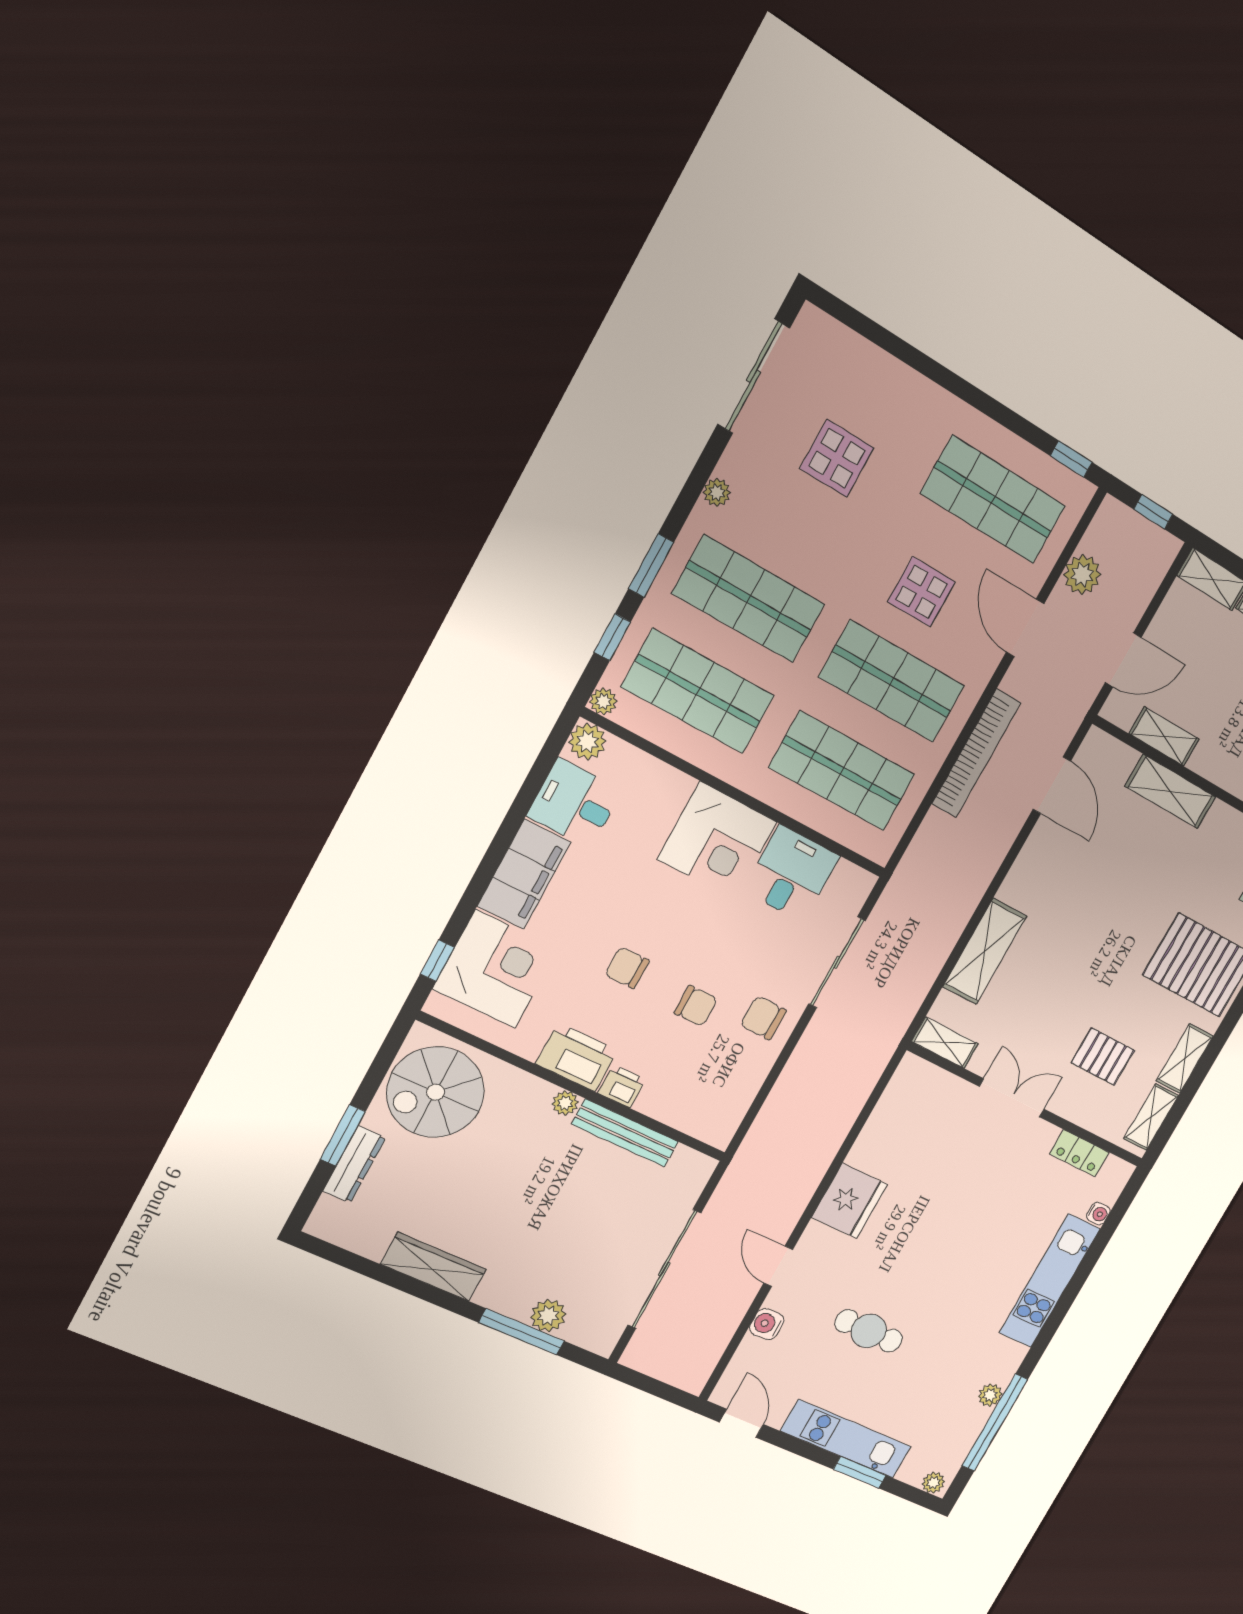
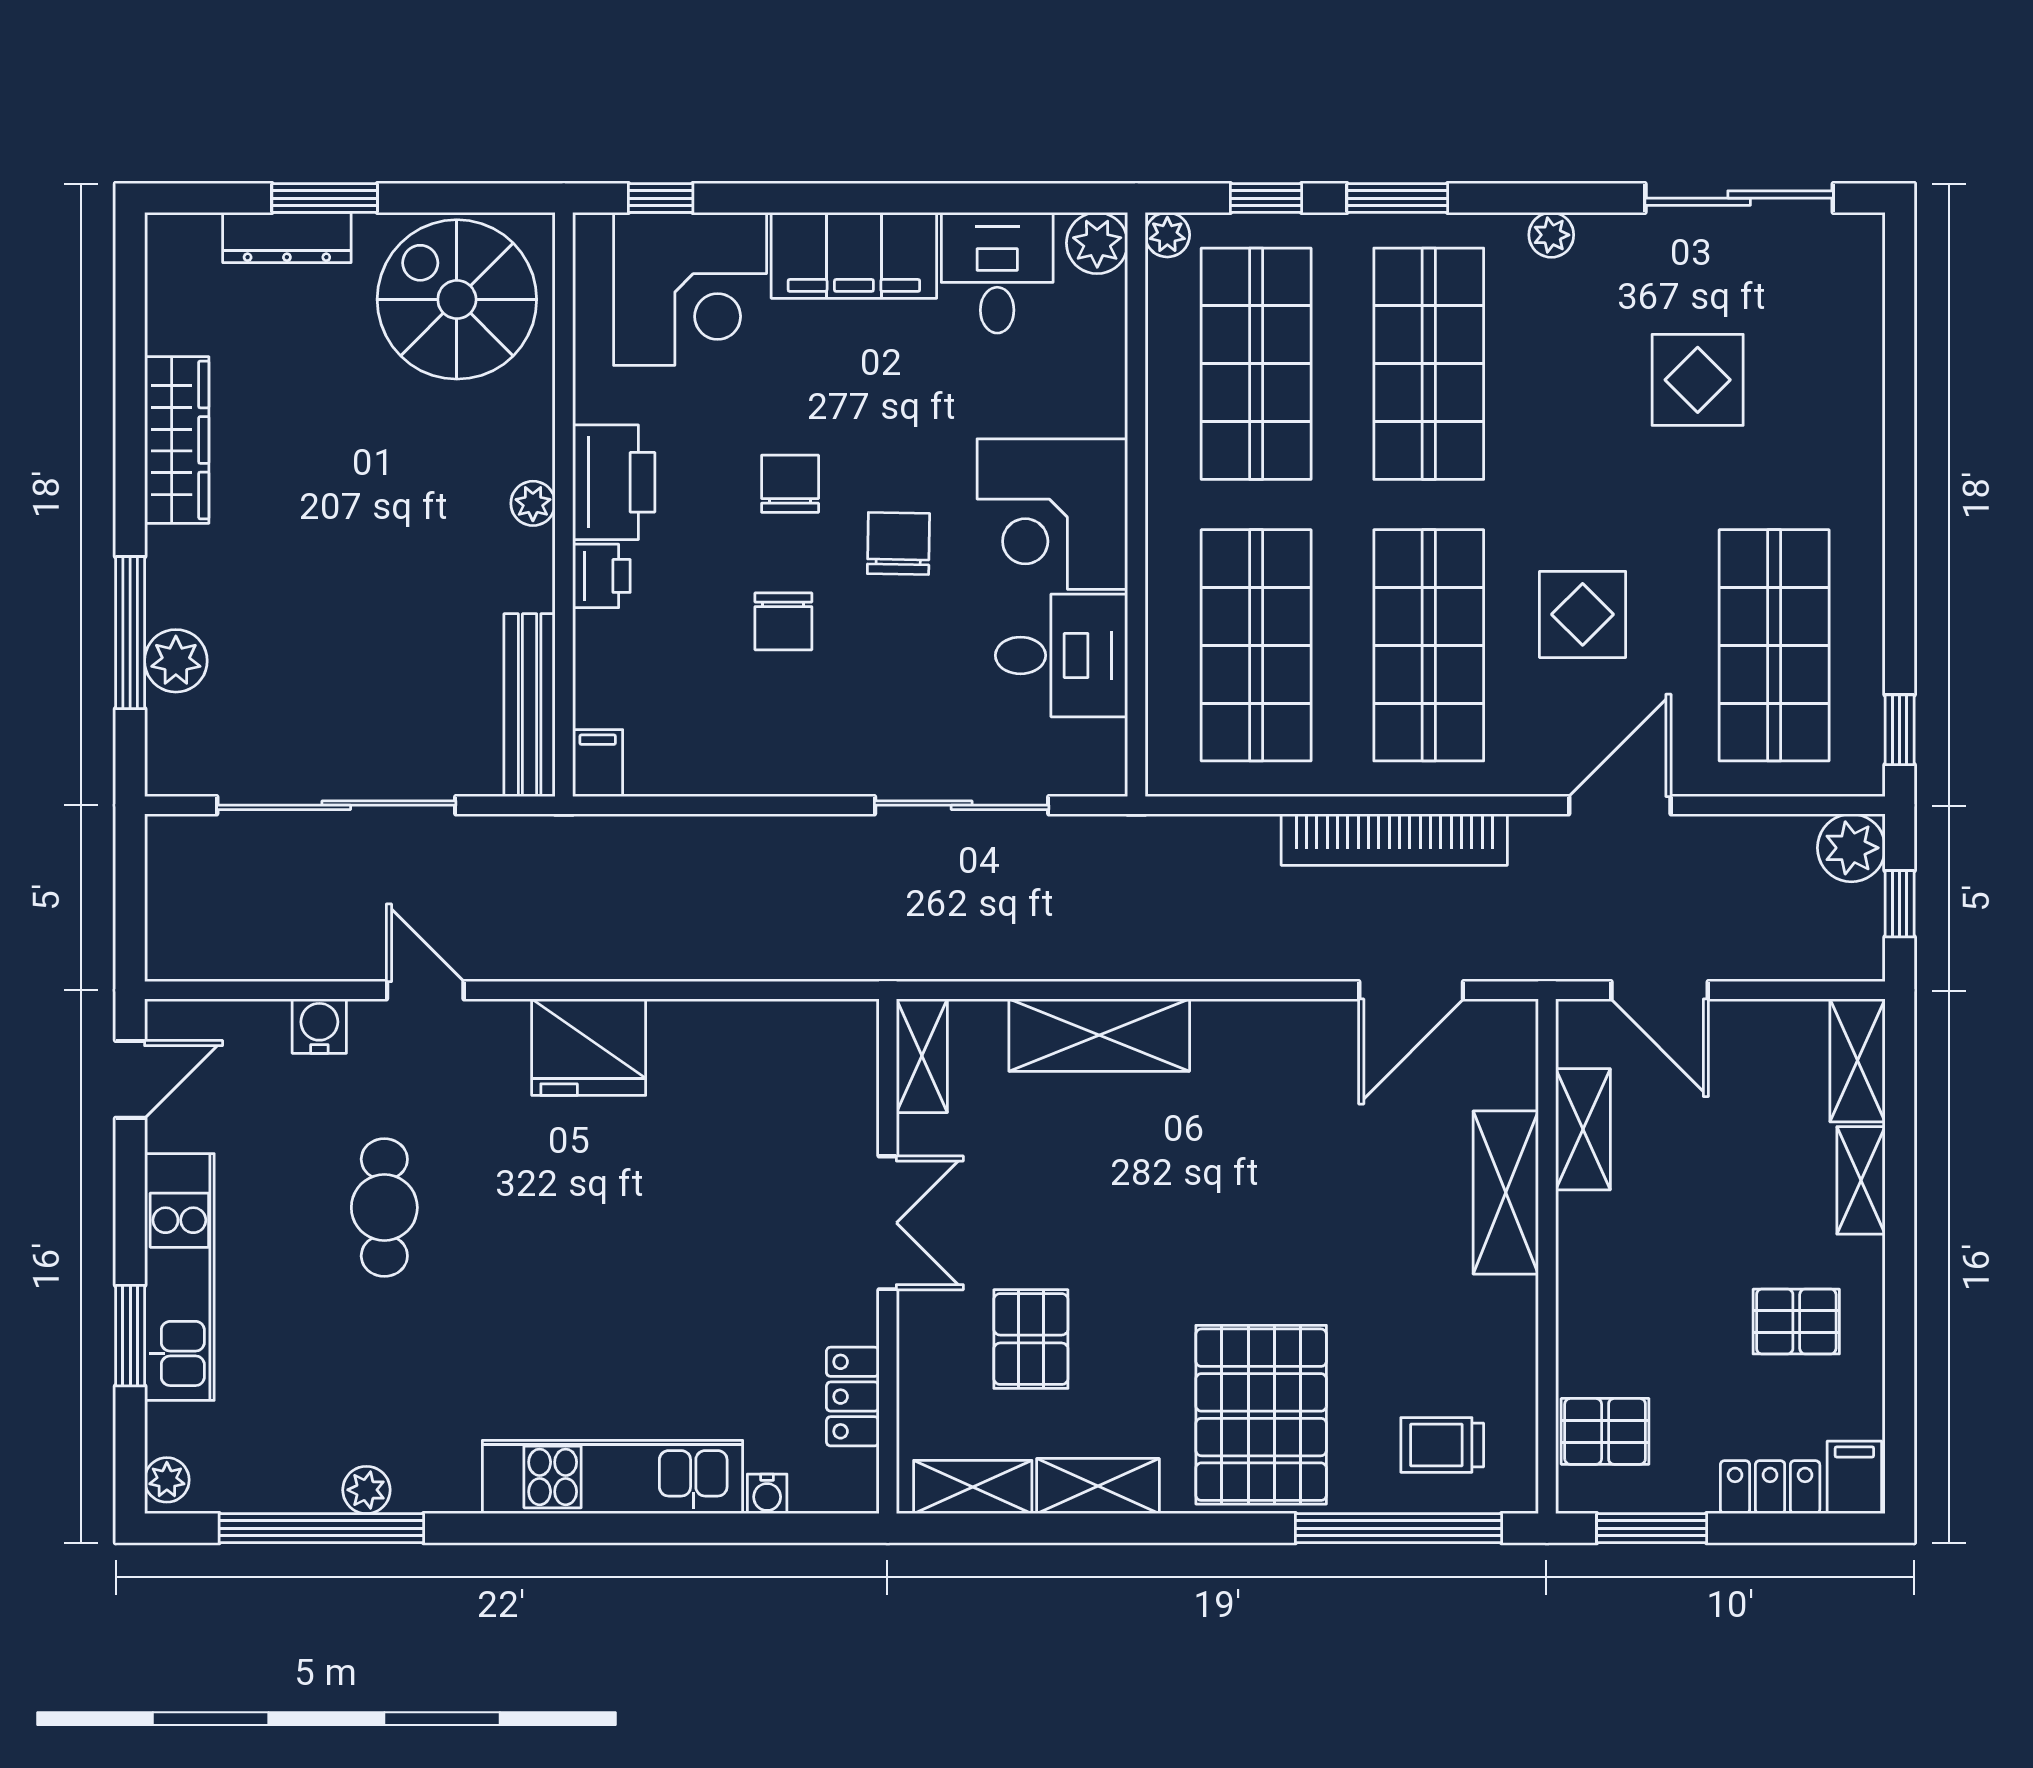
plant: (1082, 575) -> (1851, 848), moved
chair: (763, 1018) -> (898, 544), moved
filing cabinet: (715, 1132) -> (598, 763), added
bench: (625, 1133) -> (530, 705), moved
door: (778, 1266) -> (425, 990), hinge flipped

